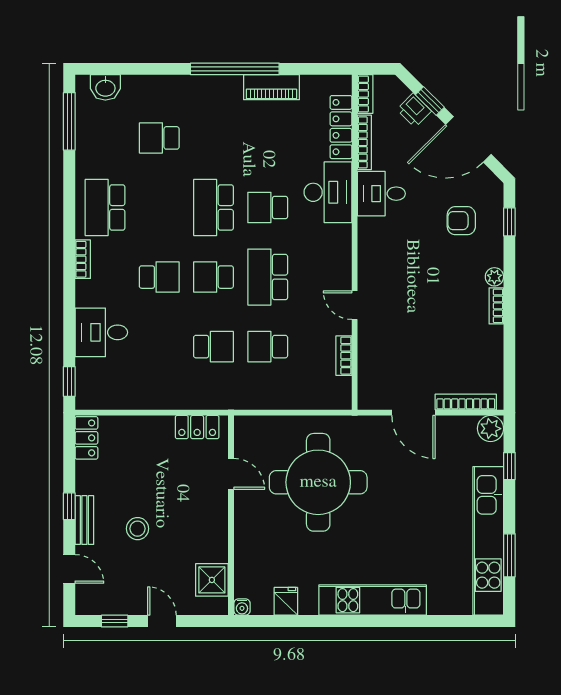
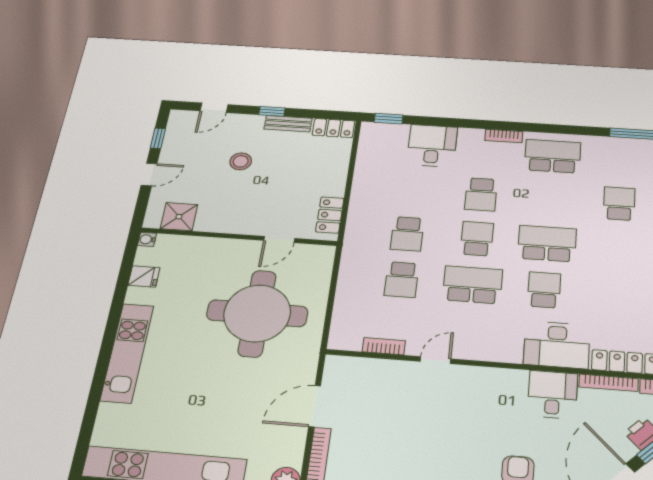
school desk: (268, 347) -> (402, 280), turned 180
bench: (84, 520) -> (288, 124), moved

